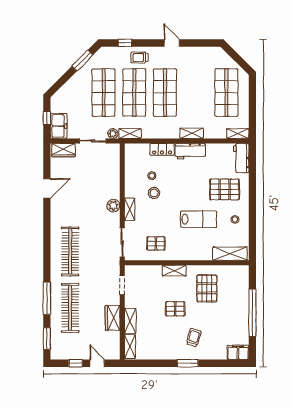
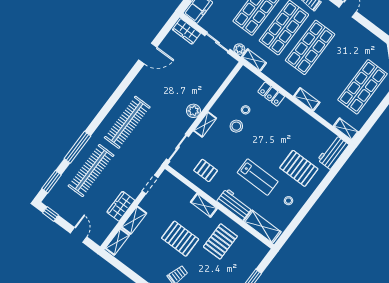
workbench: (190, 151) -> (235, 204), moved, turned 180
pallet: (175, 309) -> (180, 239), width x1.50, depth x1.42
window: (76, 363) -> (51, 214), moved

